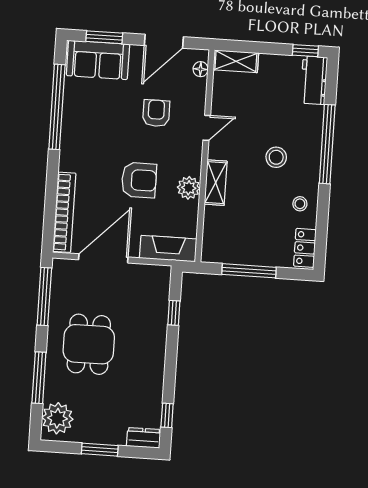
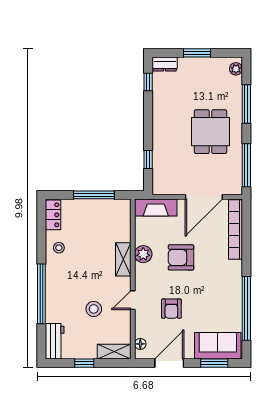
window: (305, 51) -> (84, 363), moved
stool: (276, 157) -> (94, 309), moved
plant: (57, 418) -> (236, 69), width x0.53, depth x0.53

